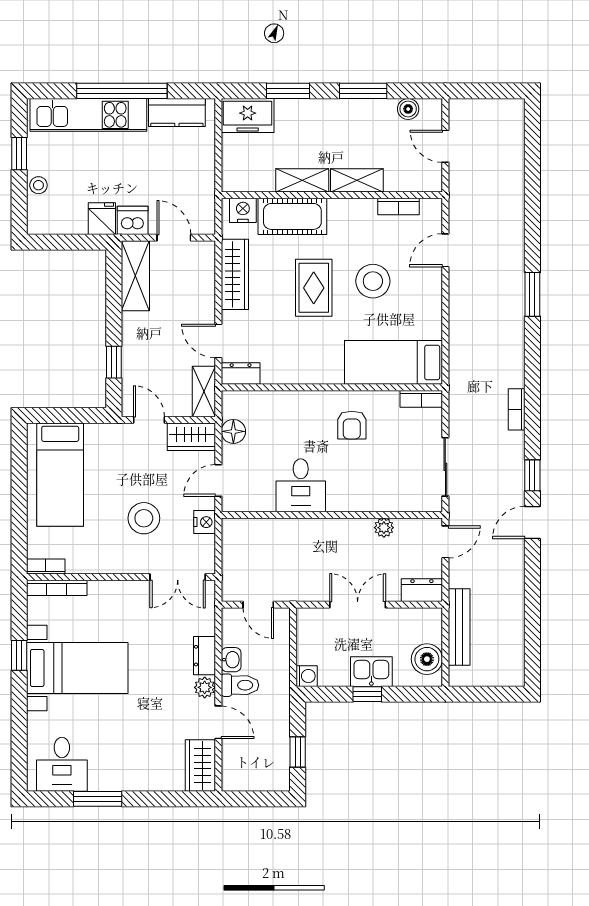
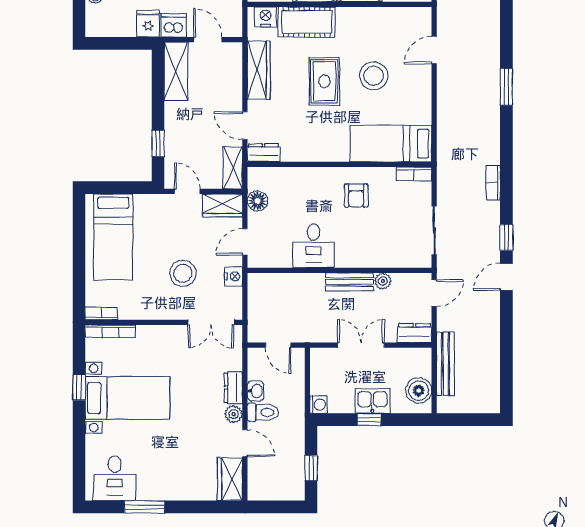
bookcase: (398, 207) -> (395, 14), removed
bench: (344, 529) -> (349, 282), added

